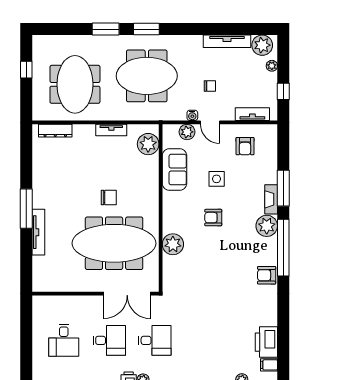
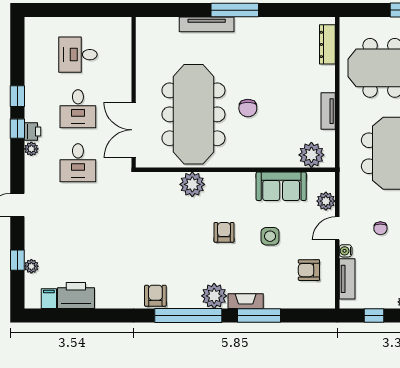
water cooler: (192, 115) -> (346, 251), moved

